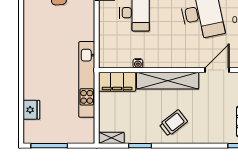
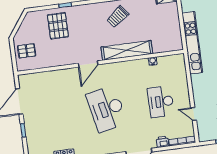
filing cabinet: (117, 82) -> (168, 44), removed

